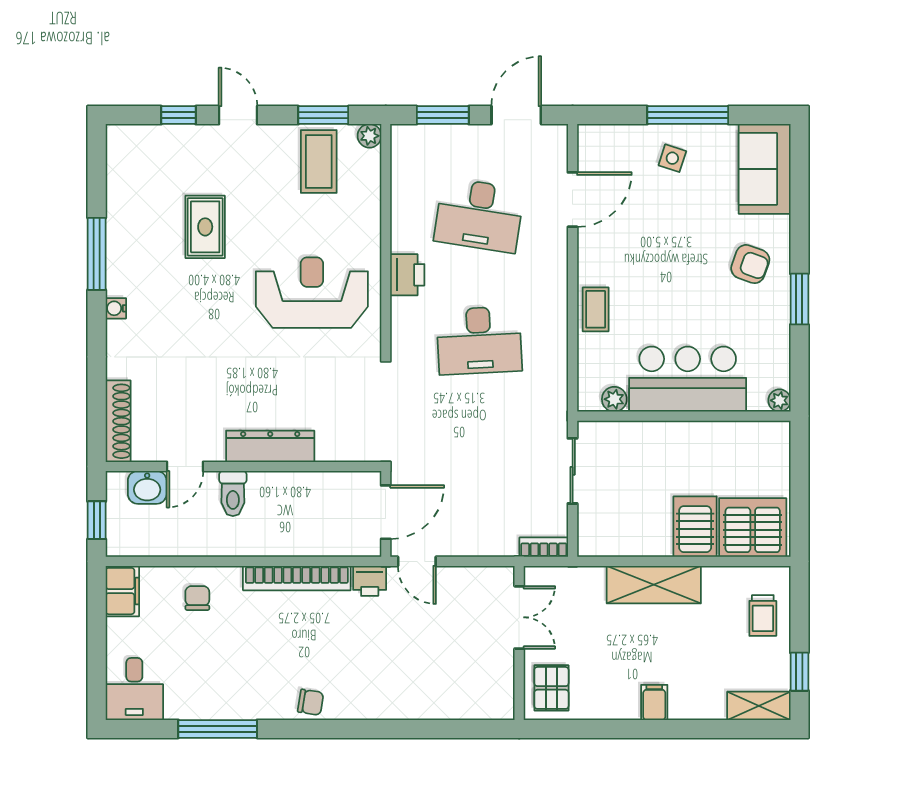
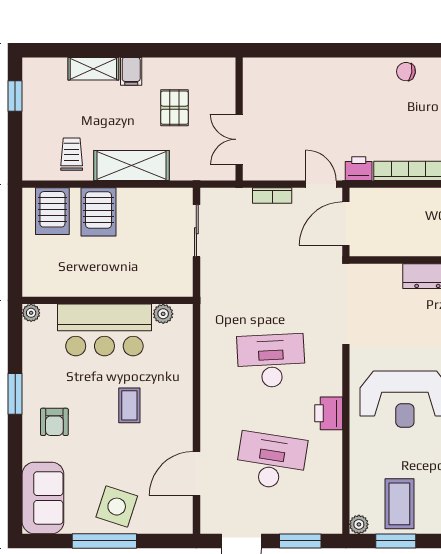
side table: (672, 158) -> (117, 507), width x1.87, depth x1.87
armchair: (750, 264) -> (54, 422), turned -110
coffee table: (596, 309) -> (129, 405), moved
sliding door: (573, 471) -> (196, 231), moved
server rack: (753, 528) -> (52, 211), width x0.62
bookcase: (544, 547) -> (272, 196), moved
trolley: (763, 615) -> (72, 154), moved
pallet: (551, 688) -> (174, 108), moved
shelving: (759, 706) -> (93, 69), moved

